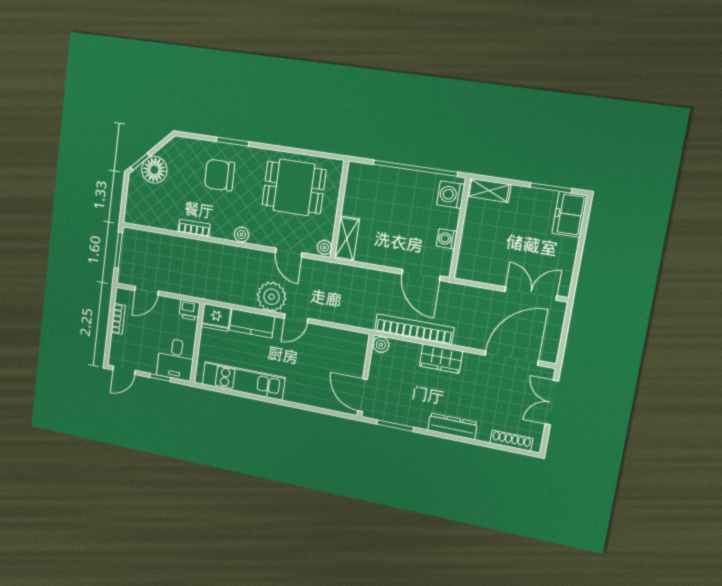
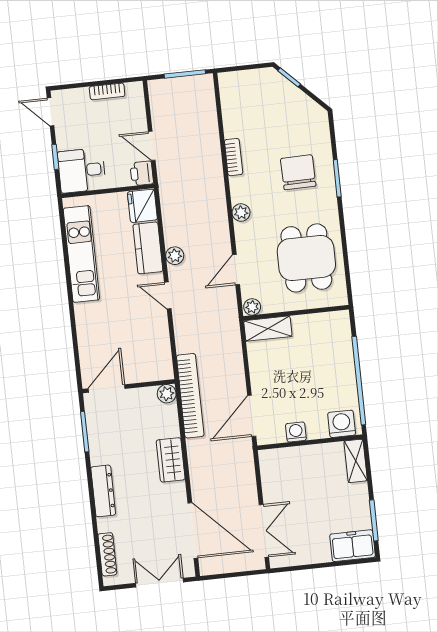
floor lamp: (154, 170) -> (285, 96), removed
door: (146, 291) -> (152, 146), moved
plant: (272, 297) -> (175, 256), width x0.53, depth x0.53
bookcase: (414, 329) -> (190, 396), moved

